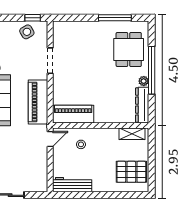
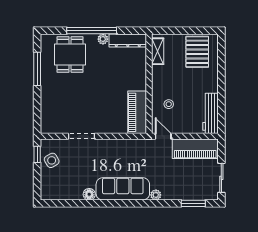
dining table: (129, 49) -> (70, 55), turned 90
piano: (38, 102) -> (195, 149), moved

